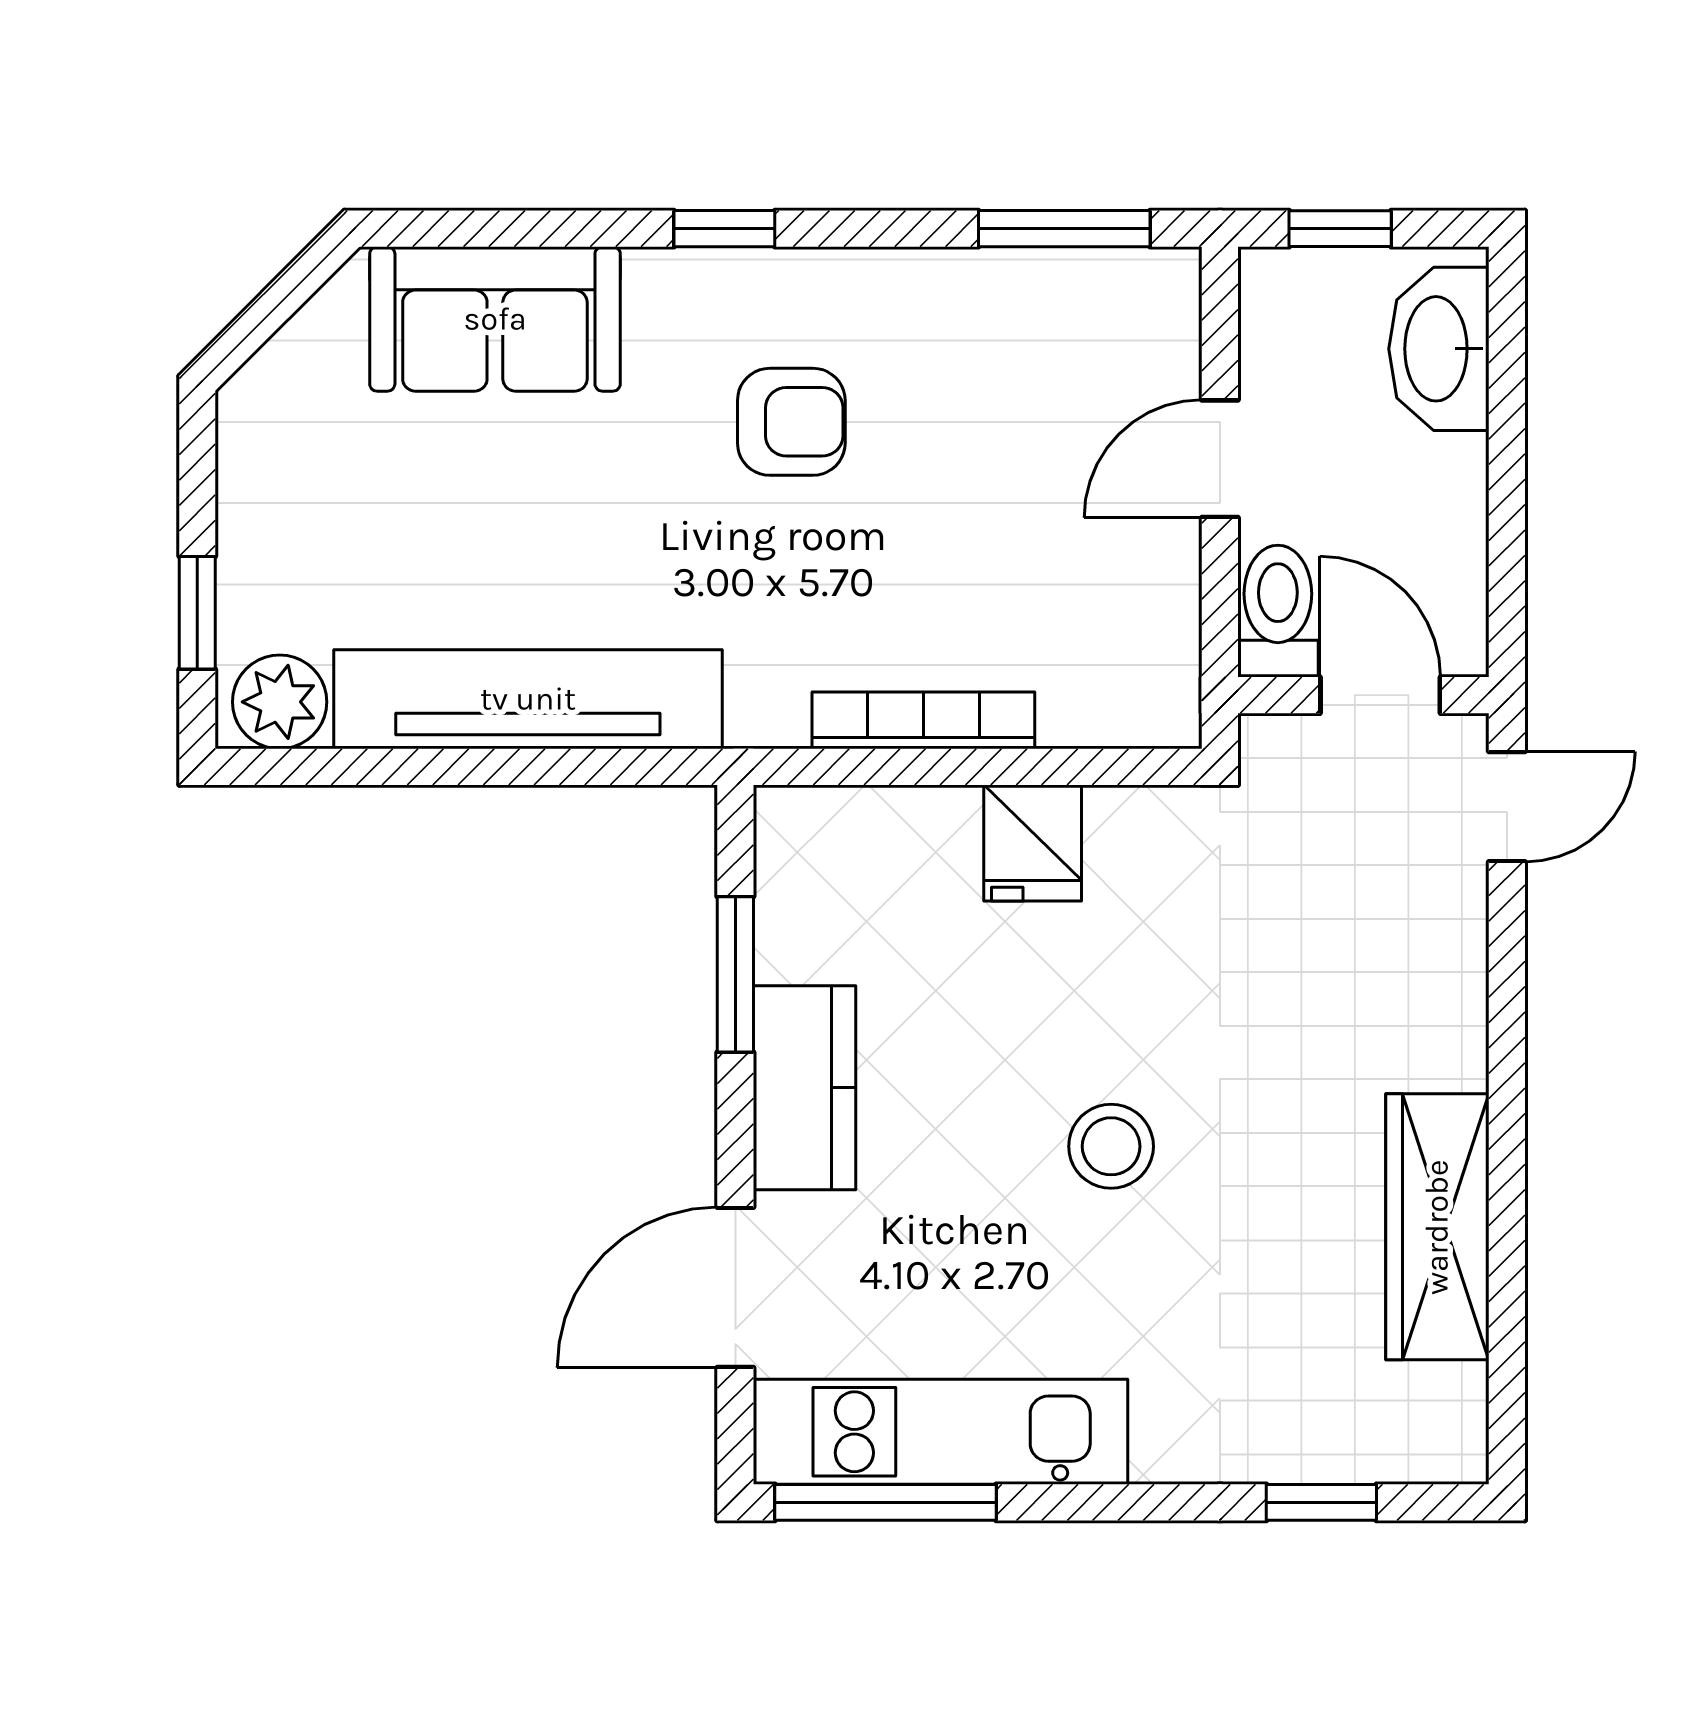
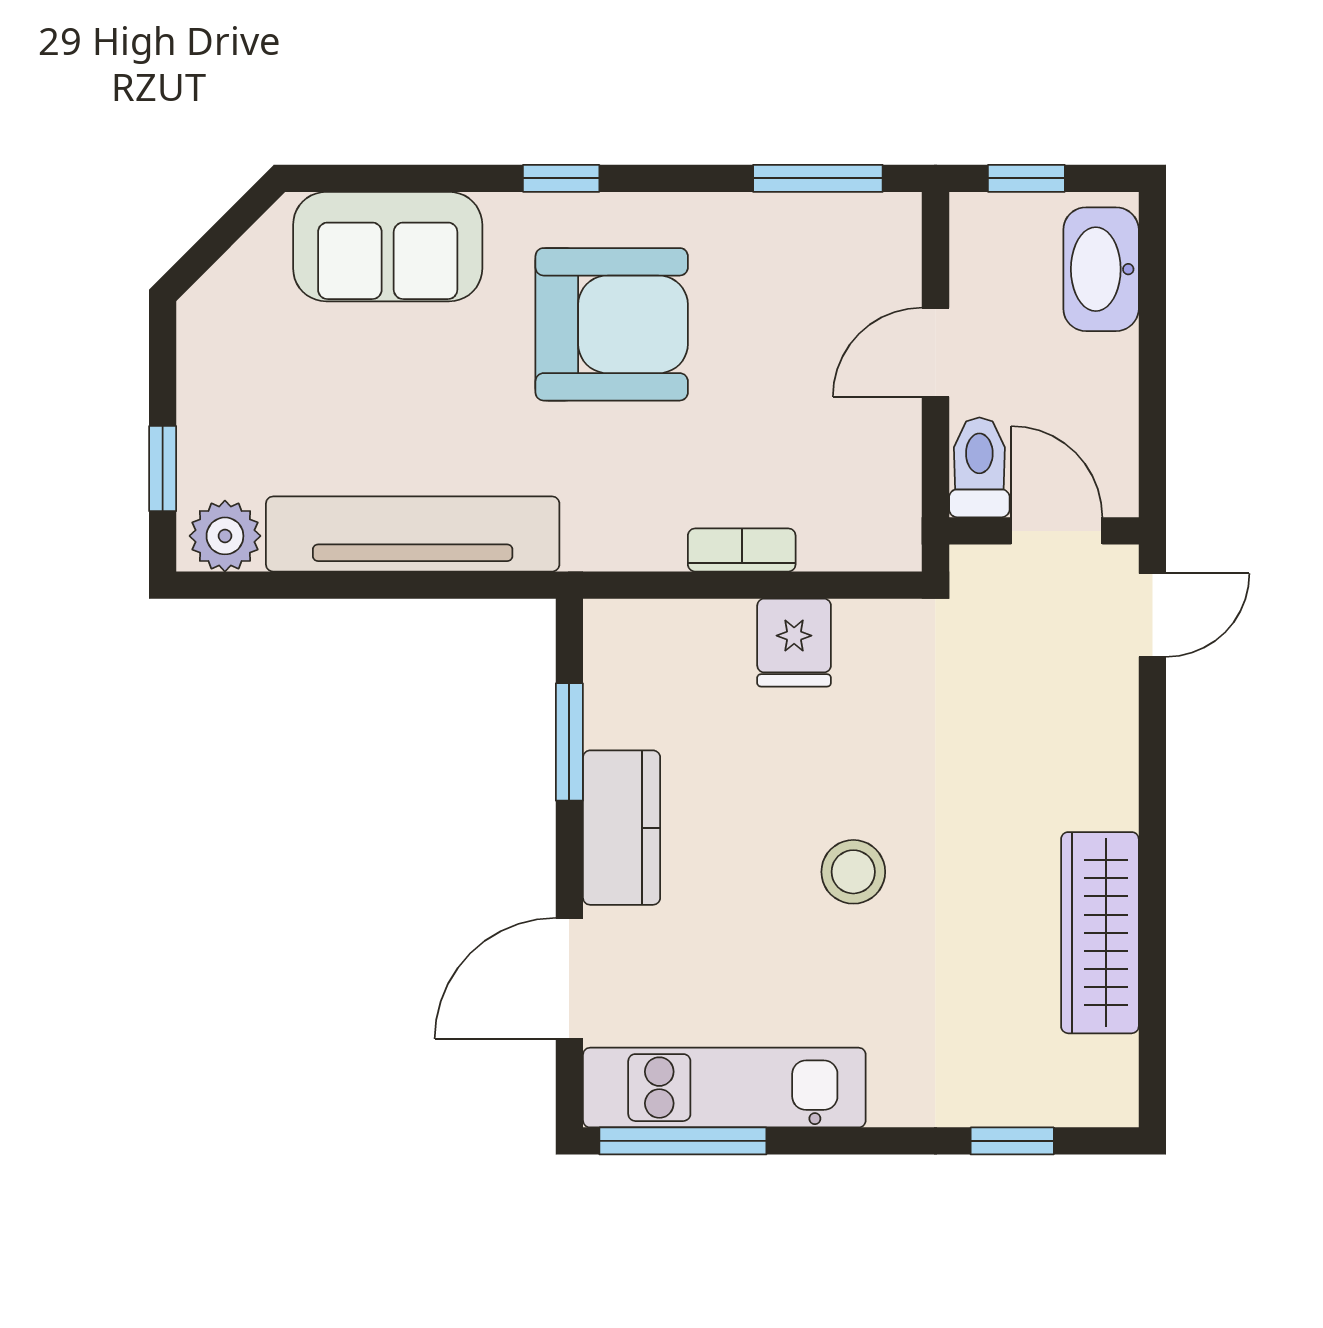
armchair: (791, 422) -> (612, 324), width x1.88, depth x1.88
bookcase: (923, 720) -> (742, 550), width x0.64

